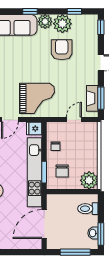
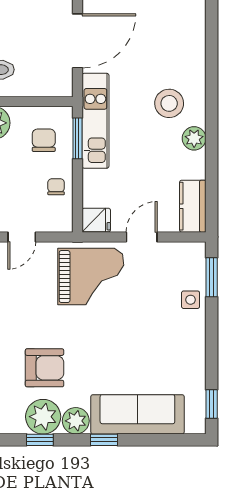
window: (74, 11) -> (40, 440), moved
armchair: (62, 50) -> (44, 368), turned -90
grand piano: (37, 98) -> (91, 277), turned 180
kitchen unit: (35, 172) -> (95, 121), width x0.73

